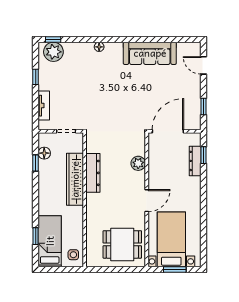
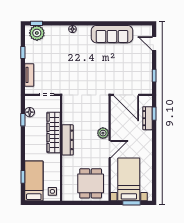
door: (168, 131) -> (126, 95), swing flipped
plant: (138, 163) -> (103, 133), moved
dresser: (93, 173) -> (68, 140), moved
dining table: (122, 244) -> (91, 183), turned 90

